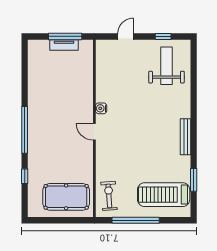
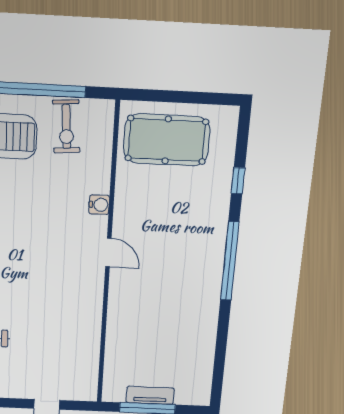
water cooler: (101, 108) -> (99, 205), moved
exercise bike: (109, 196) -> (66, 126), moved

